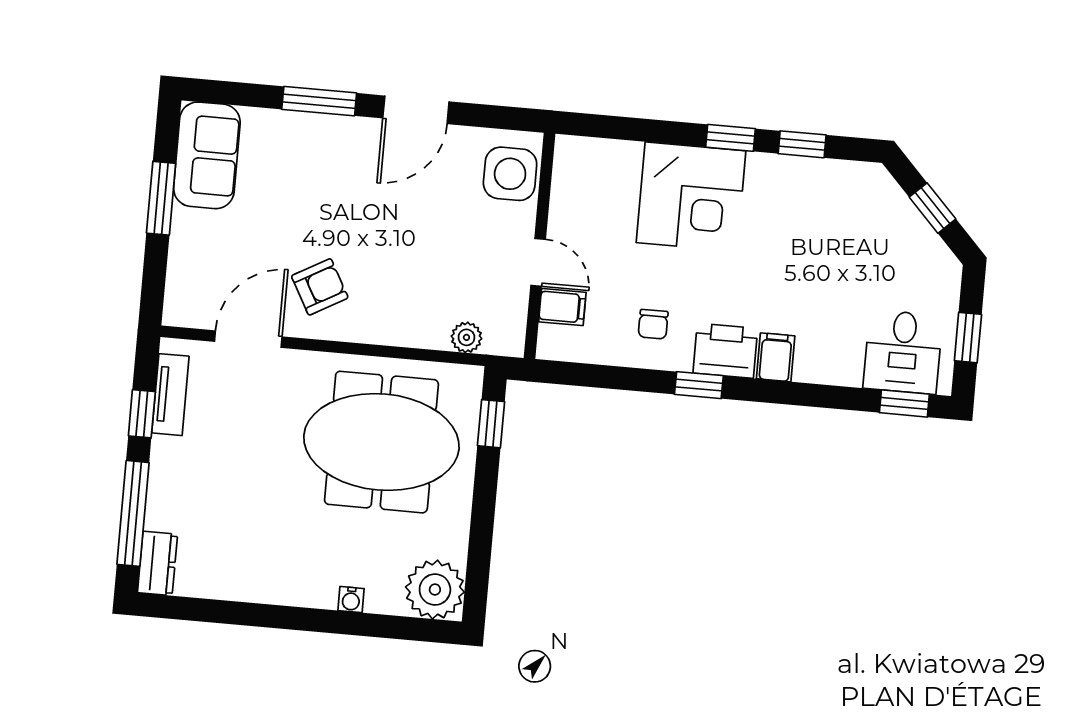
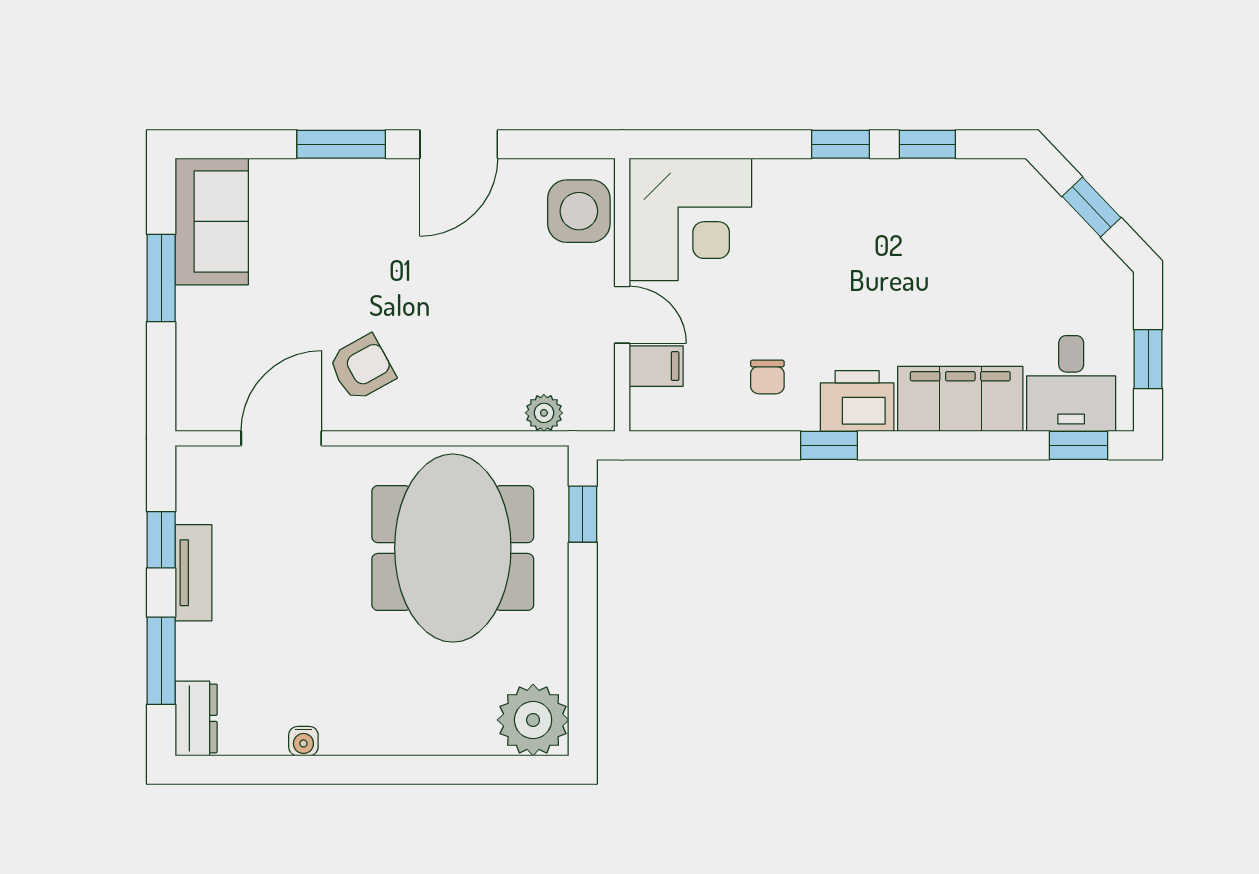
corner desk: (691, 197) -> (690, 219), moved
filing cabinet: (776, 357) -> (960, 399), width x3.00, depth x1.17
tv unit: (170, 395) -> (193, 573), moved
meeting table: (381, 442) -> (453, 548), turned 90
window: (133, 513) -> (161, 661), width x0.69
water cooler: (351, 600) -> (303, 741), moved

